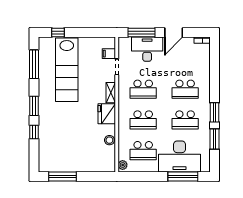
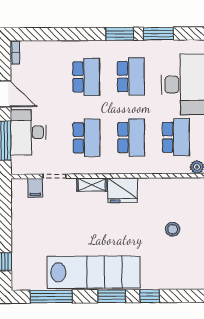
lab bench: (67, 70) -> (94, 272), moved
stool: (109, 140) -> (173, 229), moved

